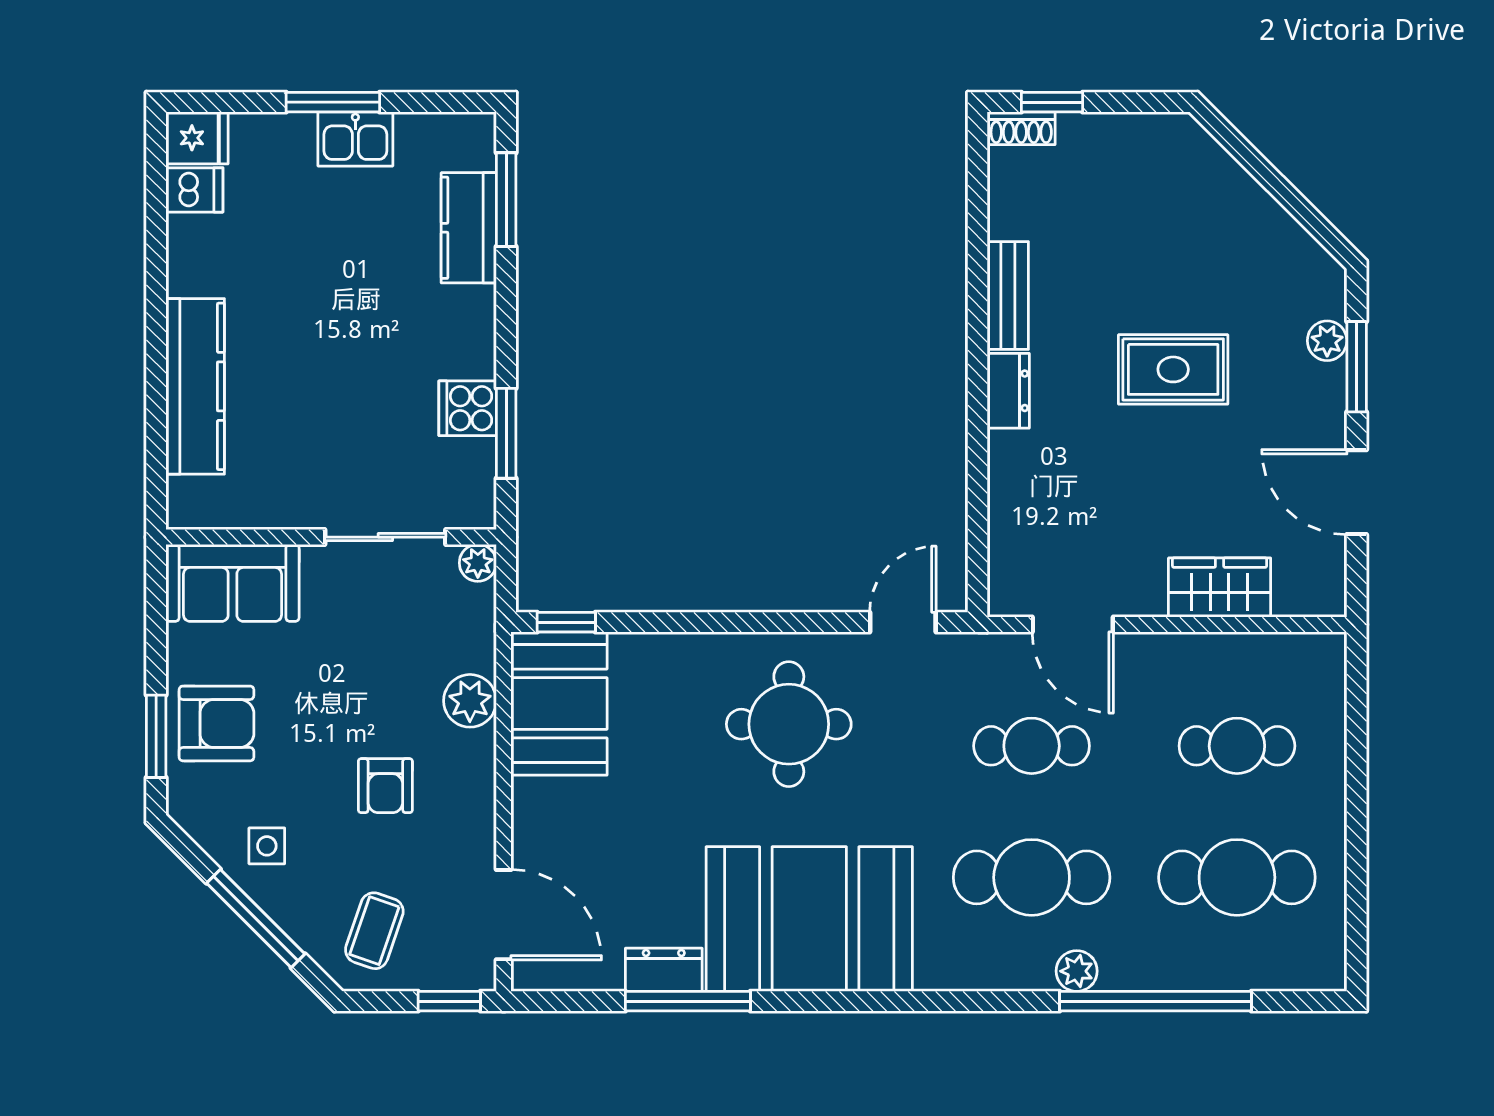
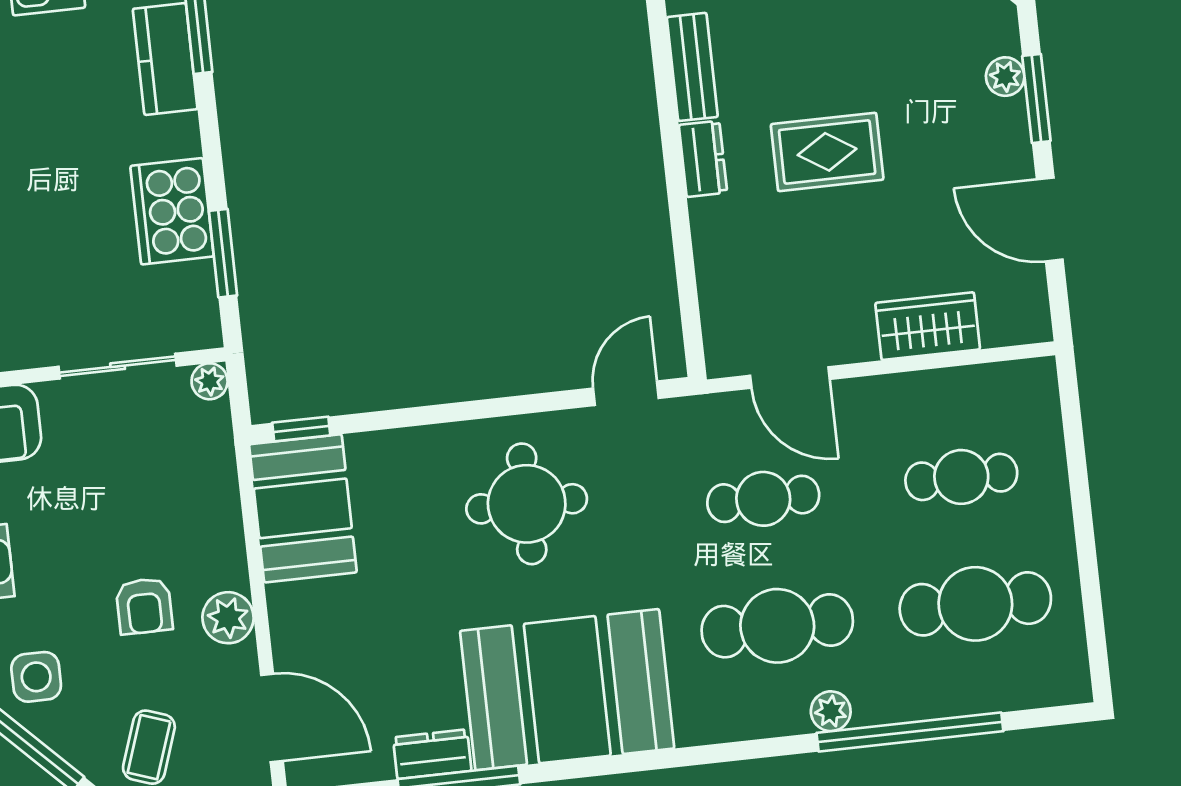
rug: (1173, 369) -> (827, 152), moved
cooker: (468, 408) -> (172, 211), width x1.87, depth x1.31
plant: (470, 701) -> (228, 618), moved
side table: (267, 846) -> (36, 677), width x1.37, depth x1.37

